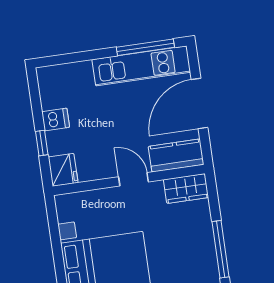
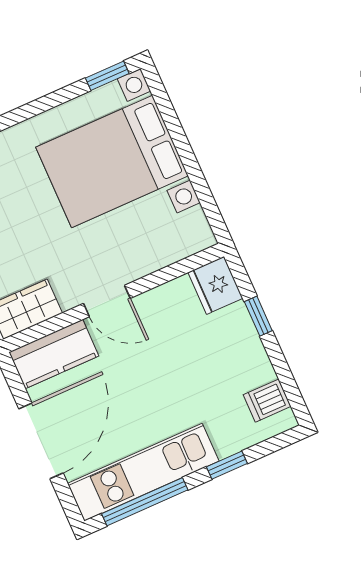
window: (88, 56) -> (227, 465), added
dishwasher: (56, 119) -> (267, 401), moved

